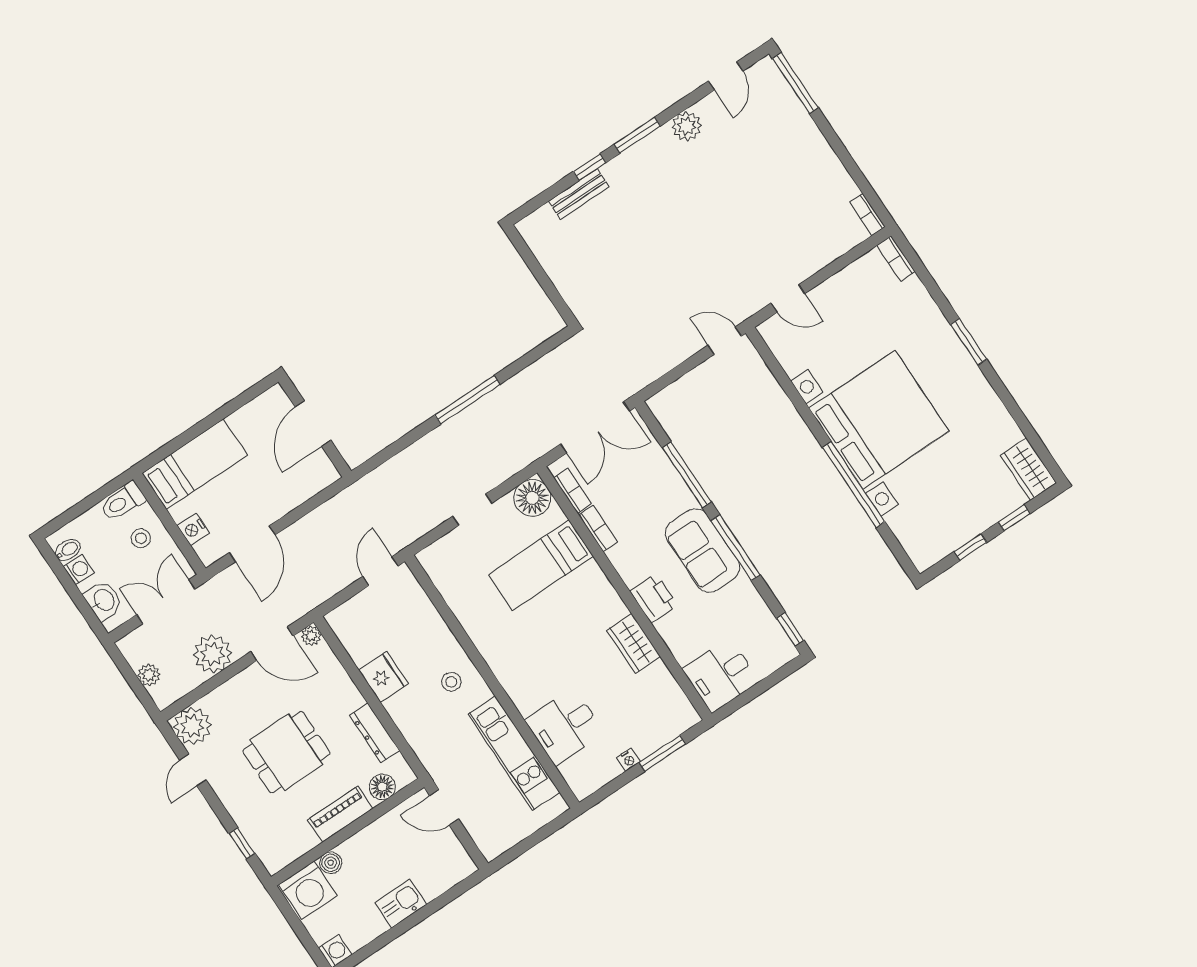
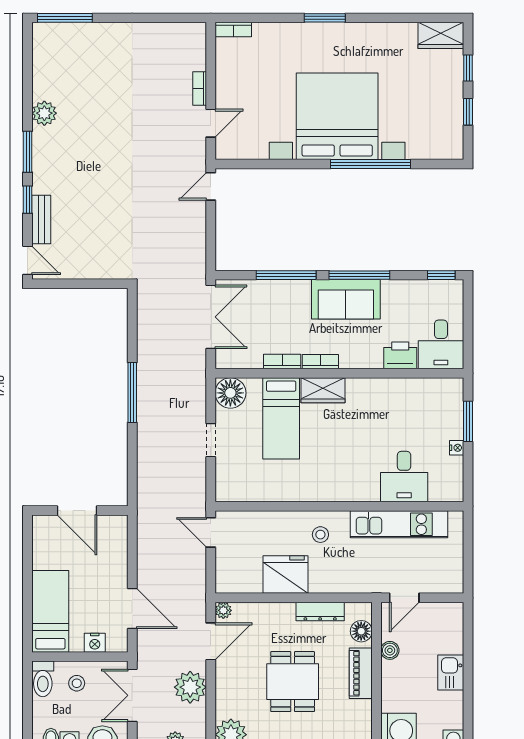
door: (726, 76) -> (28, 260), moved
bookcase: (867, 215) -> (200, 88), moved, turned 90
bookcase: (572, 491) -> (320, 362), moved
printer: (654, 598) -> (400, 355), moved
wardrobe: (634, 643) -> (323, 390), moved
fridge: (383, 677) -> (285, 575), width x1.36, depth x1.34
boiler: (331, 863) -> (390, 650), moved

